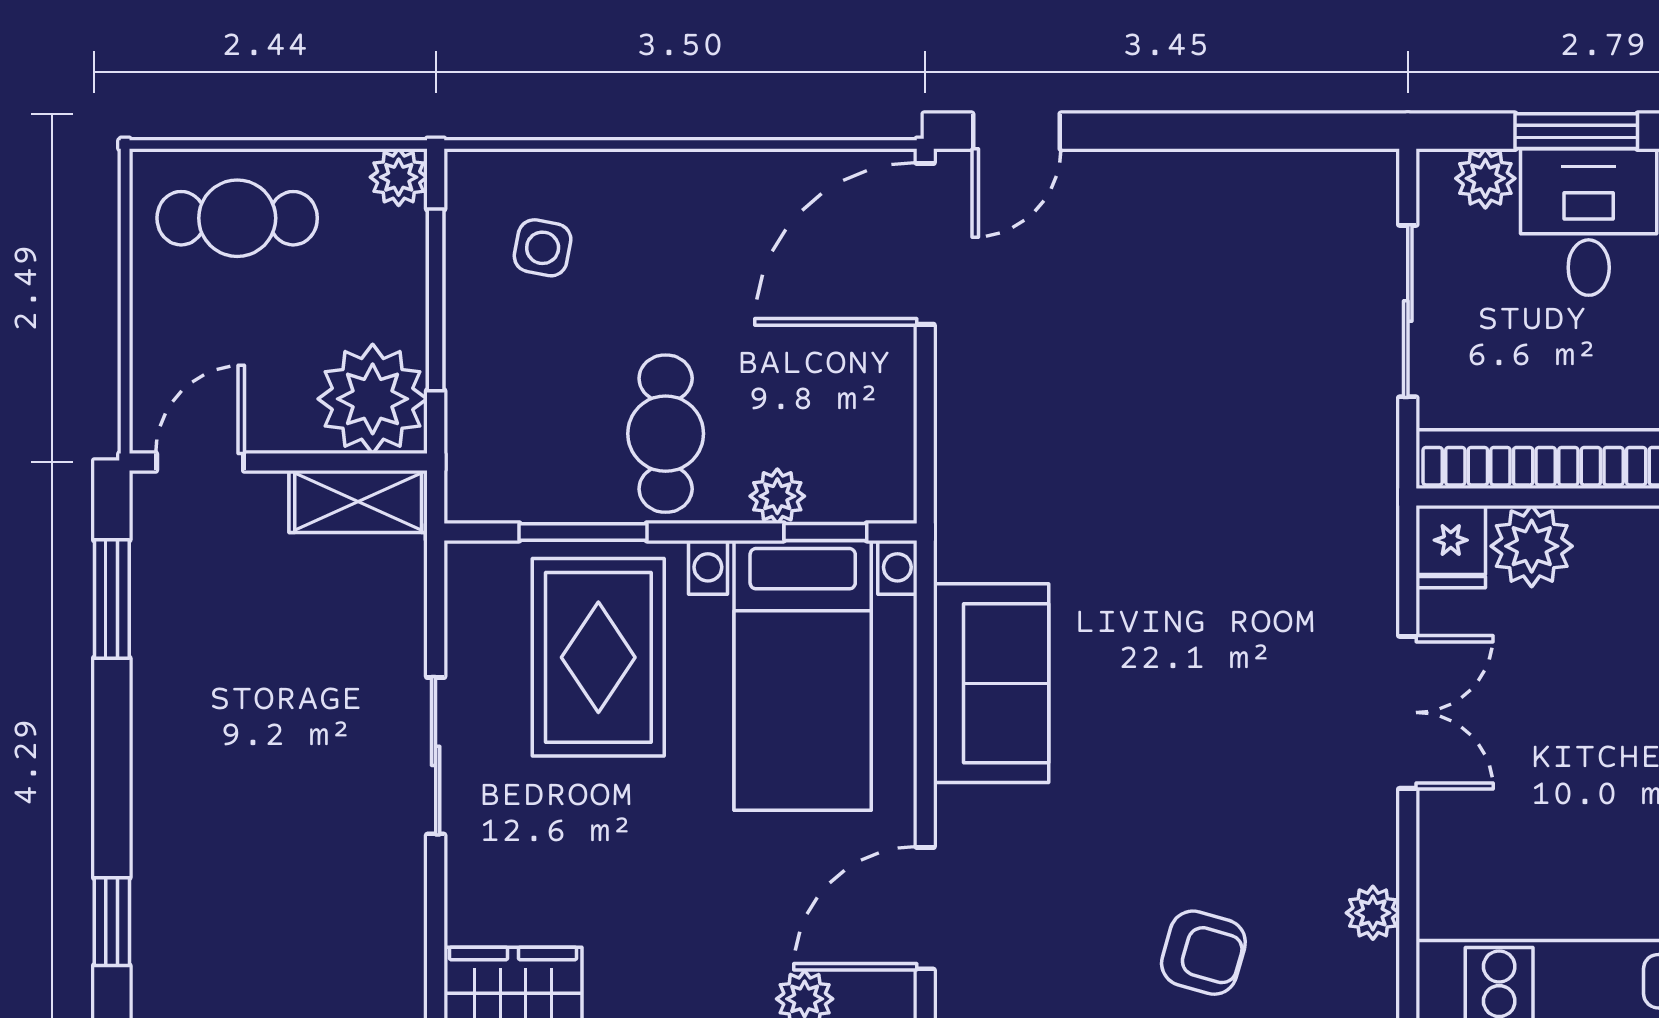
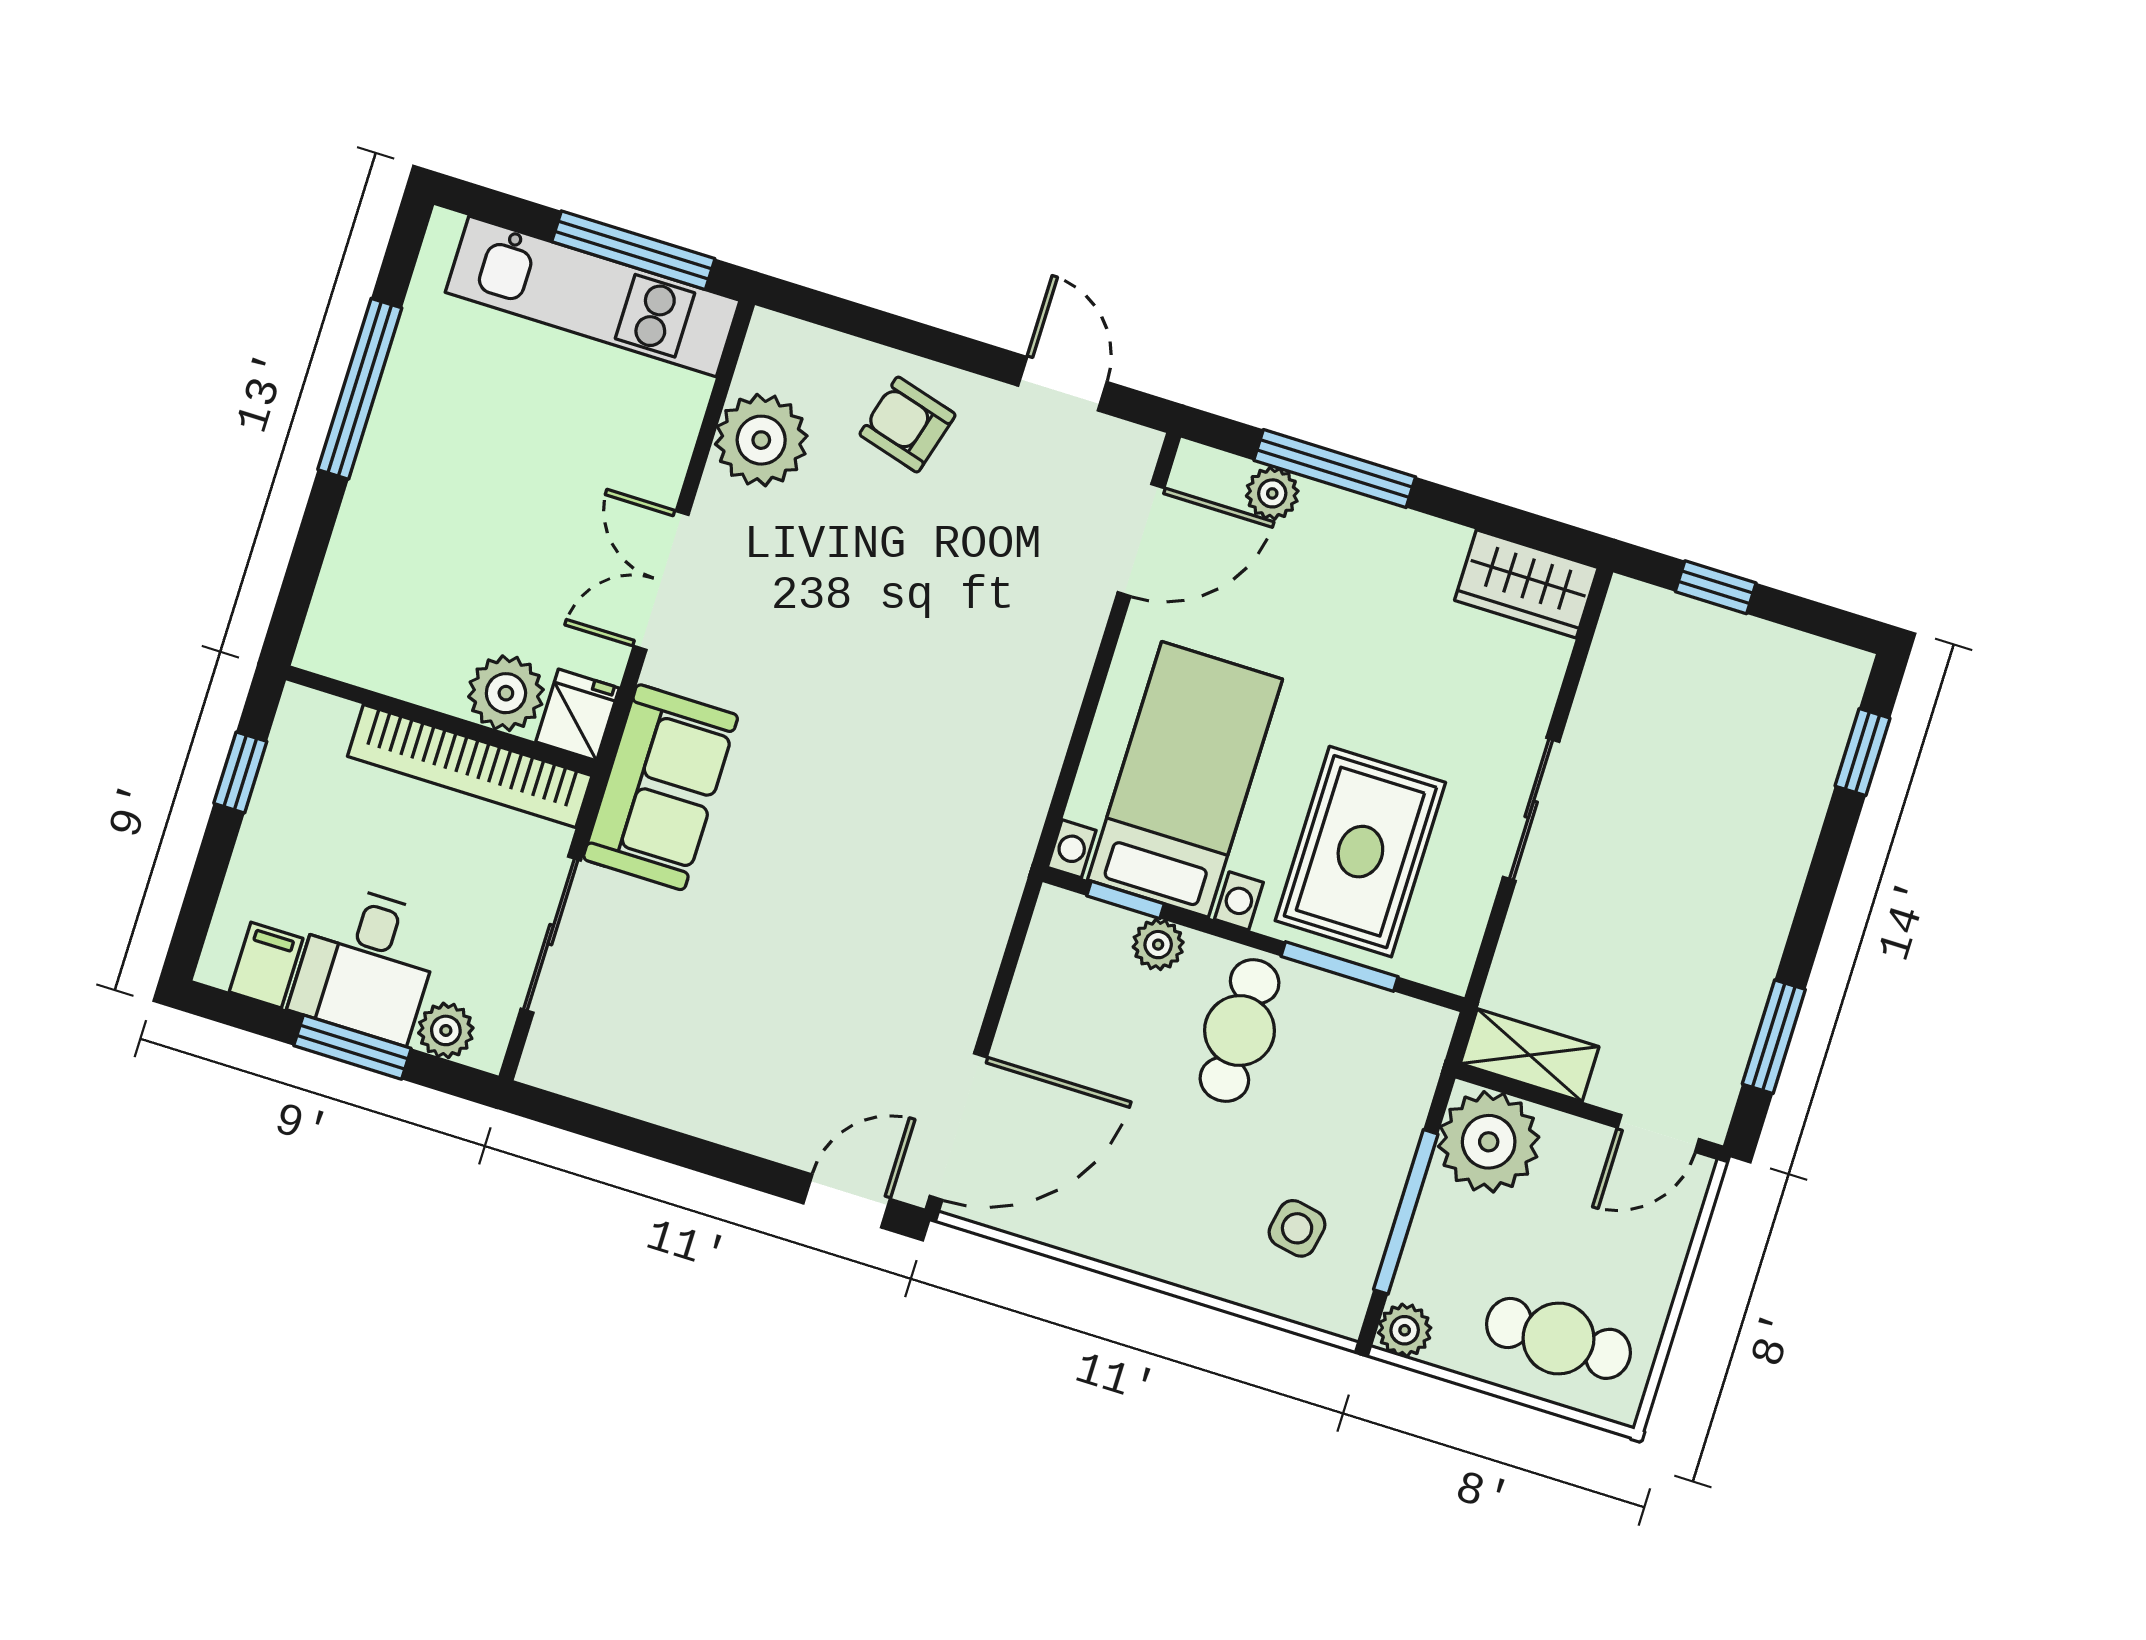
sofa: (991, 683) -> (661, 787), moved, turned 180
plant: (1373, 913) -> (761, 440), width x1.88, depth x1.88

